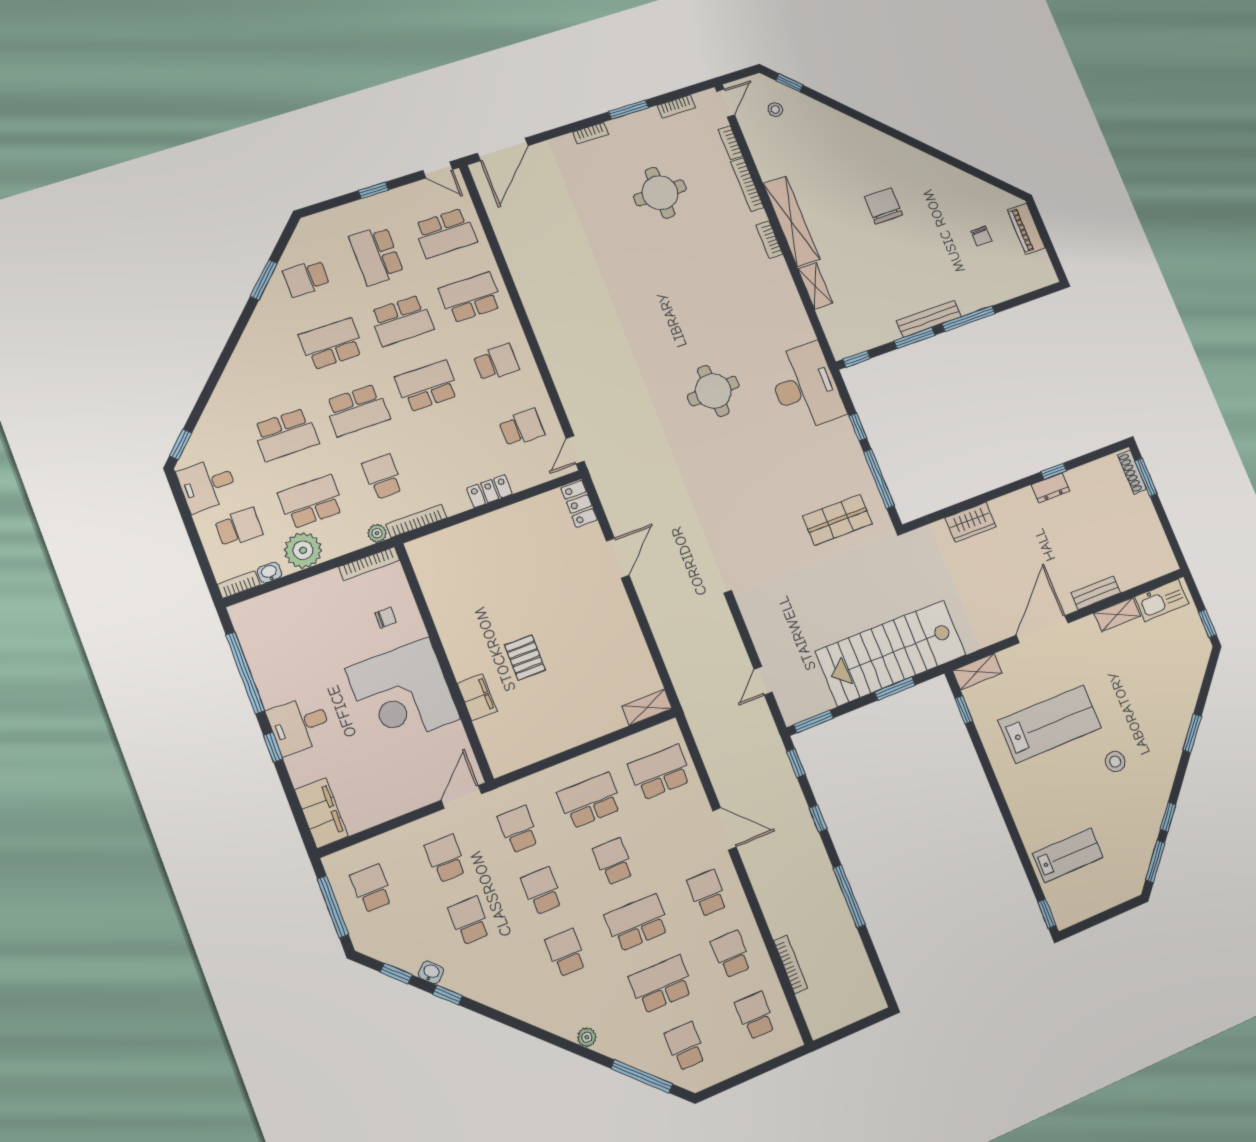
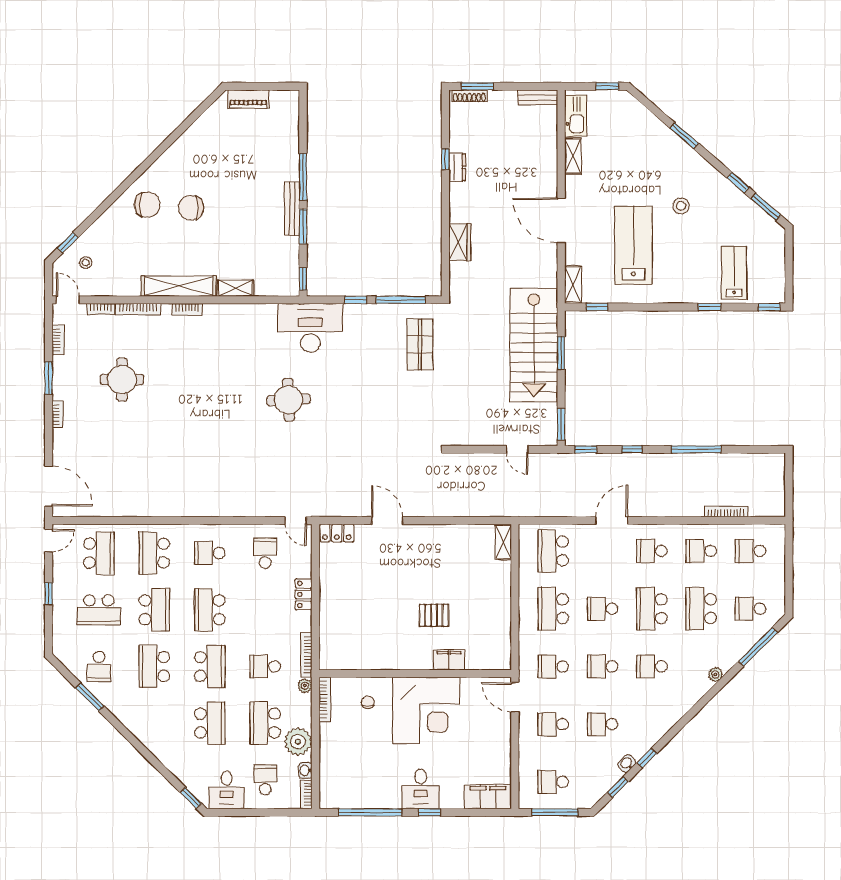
chair: (981, 236) -> (147, 205), moved, width x1.87, depth x1.87
school desk: (496, 362) -> (210, 553), turned -90
bench: (1096, 593) -> (538, 97), moved, turned 90
window: (1018, 843) -> (709, 307), added

